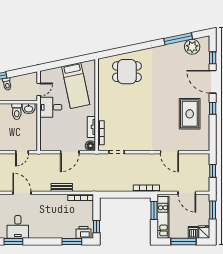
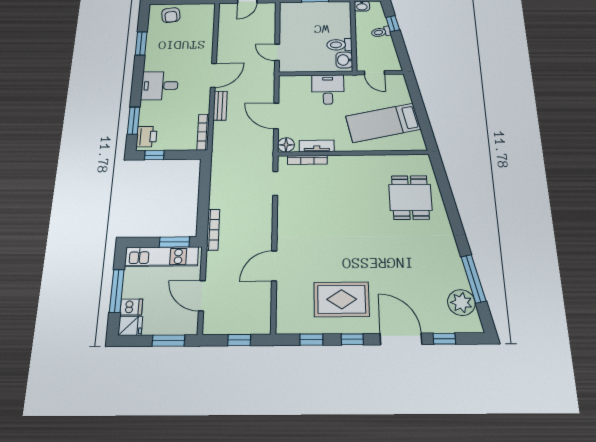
door: (213, 82) -> (401, 339), hinge flipped
desk: (51, 107) -> (328, 89), moved
window: (213, 131) -> (311, 340), added
door: (22, 193) -> (213, 75), moved
door: (187, 193) -> (202, 296), hinge flipped
desk: (18, 227) -> (160, 86), moved

